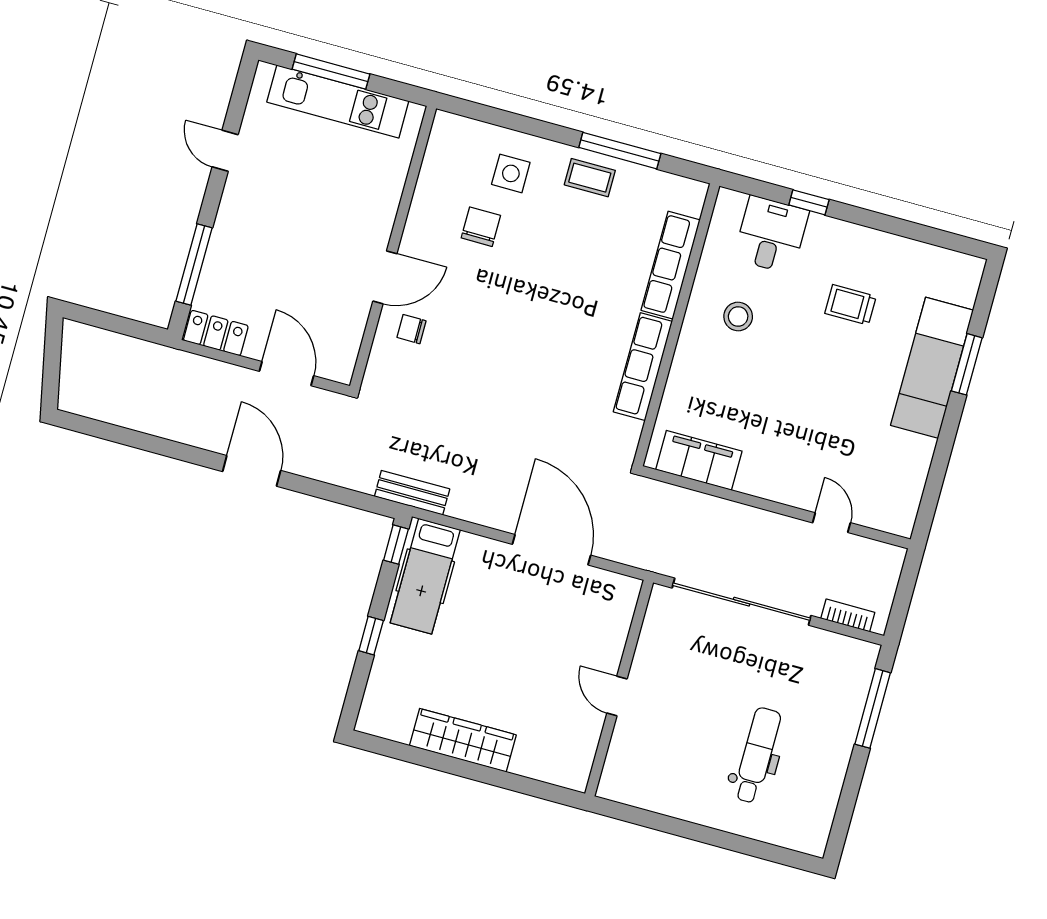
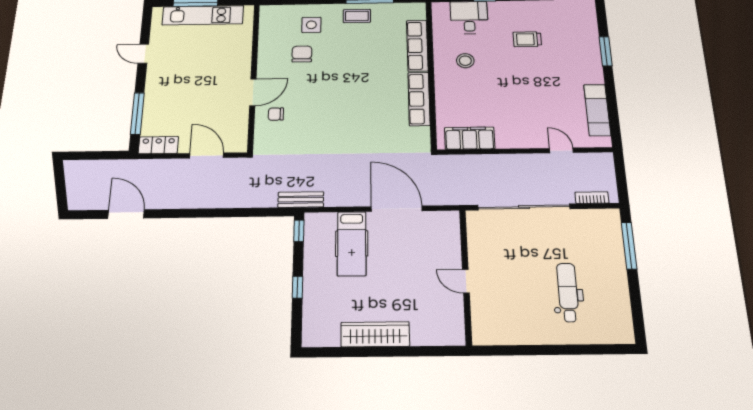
exam couch: (932, 368) -> (597, 110), moved, width x0.73, depth x0.69
door: (252, 471) -> (126, 214), moved
hospital bed: (425, 576) -> (352, 244), moved

